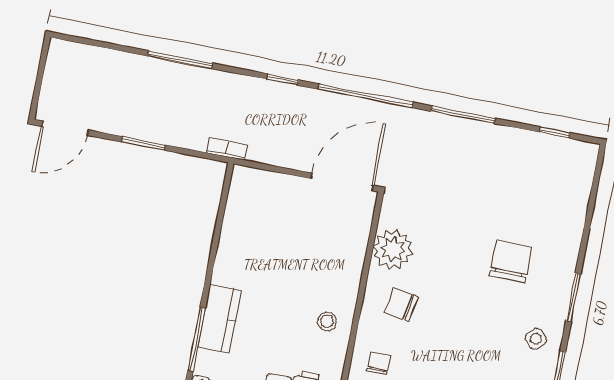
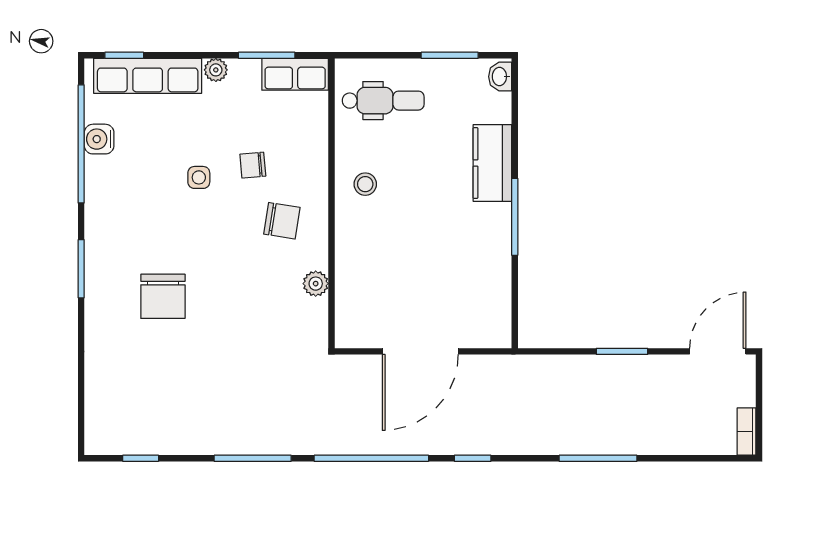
bookcase: (227, 149) -> (746, 432), moved, turned 90
door: (342, 182) -> (420, 351), moved
plant: (393, 250) -> (316, 284), width x0.53, depth x0.53
window: (197, 339) -> (515, 217), moved
side table: (536, 339) -> (199, 177), moved, turned 45
chair: (379, 363) -> (253, 165), moved, turned 83

